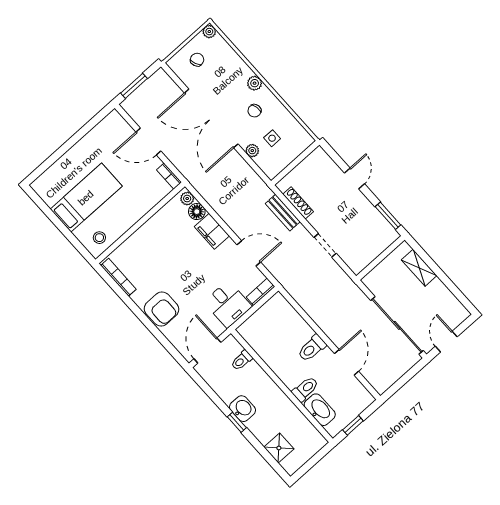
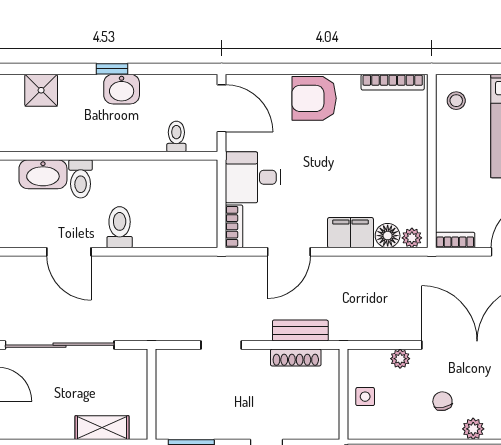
side table: (272, 138) -> (365, 397), moved

